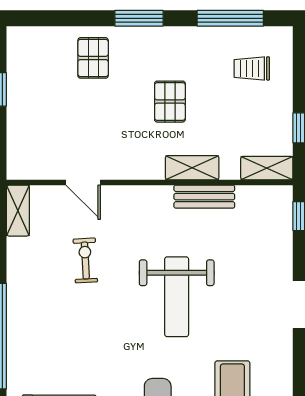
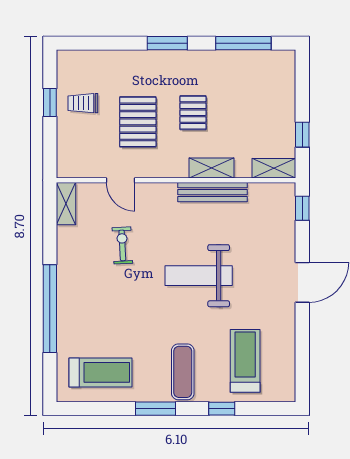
pallet: (93, 58) -> (138, 122), moved, width x1.50, depth x1.42
trolley: (252, 68) -> (83, 103), moved
bench: (204, 197) -> (212, 192), width x1.36
weight bench: (177, 297) -> (199, 276), turned 90

